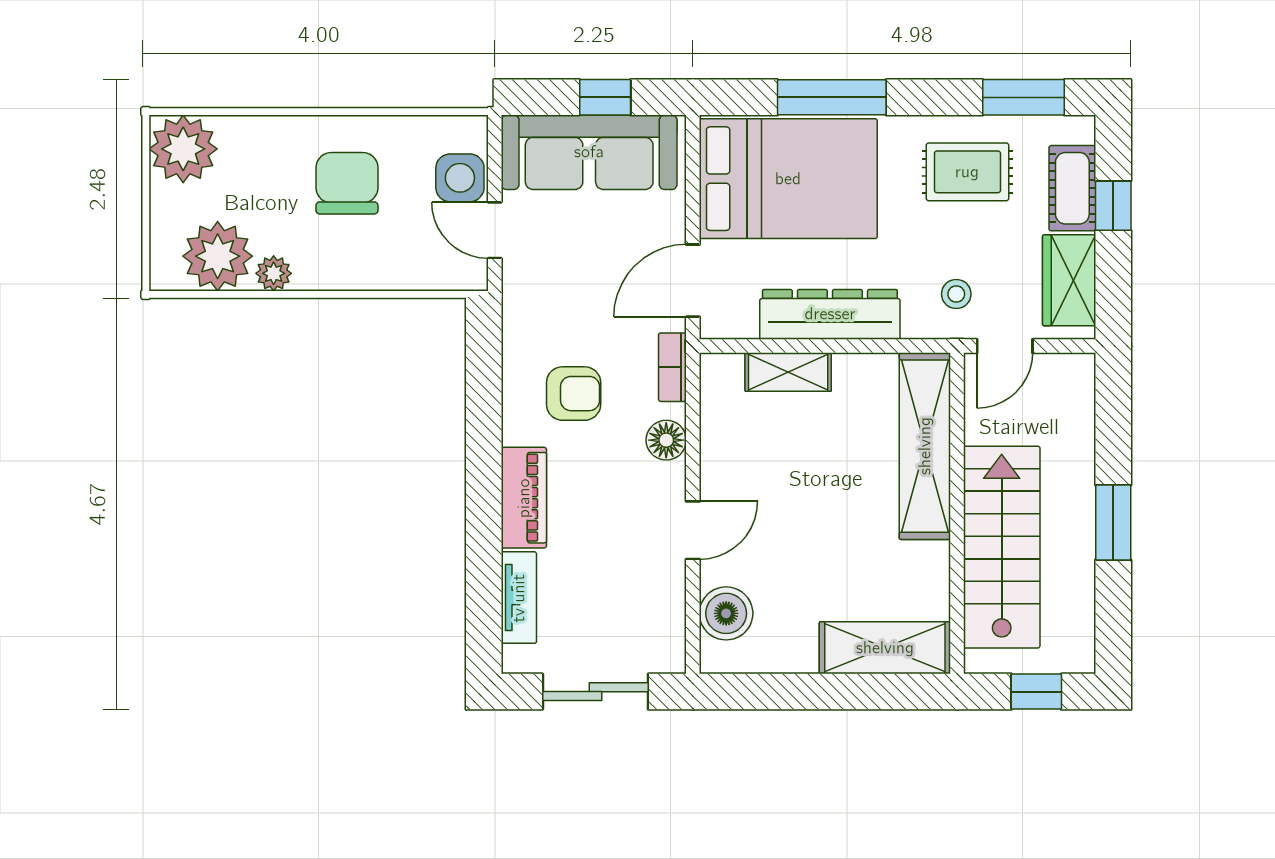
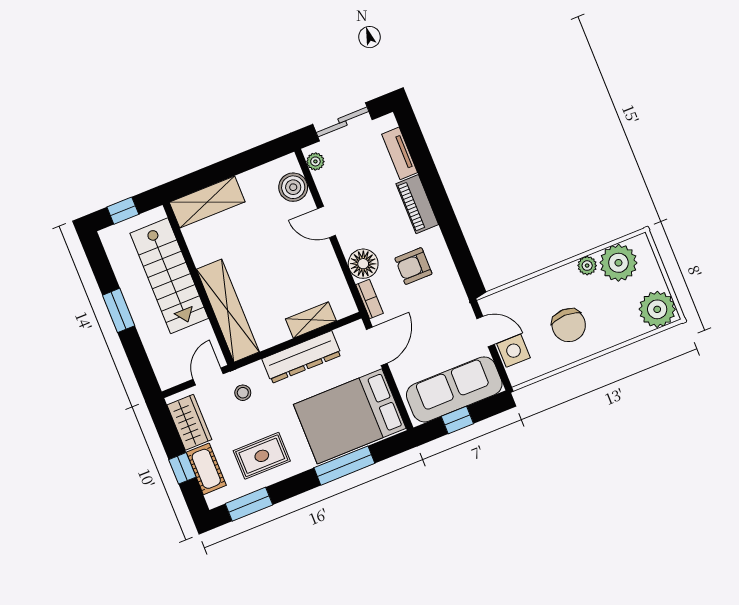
floor lamp: (666, 440) -> (363, 264), width x1.38, depth x1.38
door: (693, 530) -> (327, 222), hinge flipped
plant: (670, 642) -> (315, 161), added

